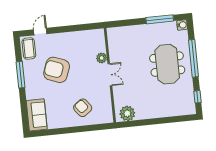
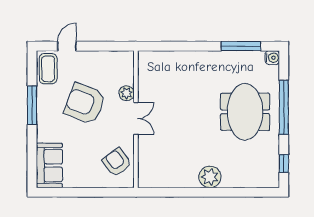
plant: (102, 58) -> (127, 93), moved
double door: (110, 75) -> (136, 119), moved
wall: (110, 75) -> (136, 119), moved
plant: (127, 113) -> (210, 177), moved

